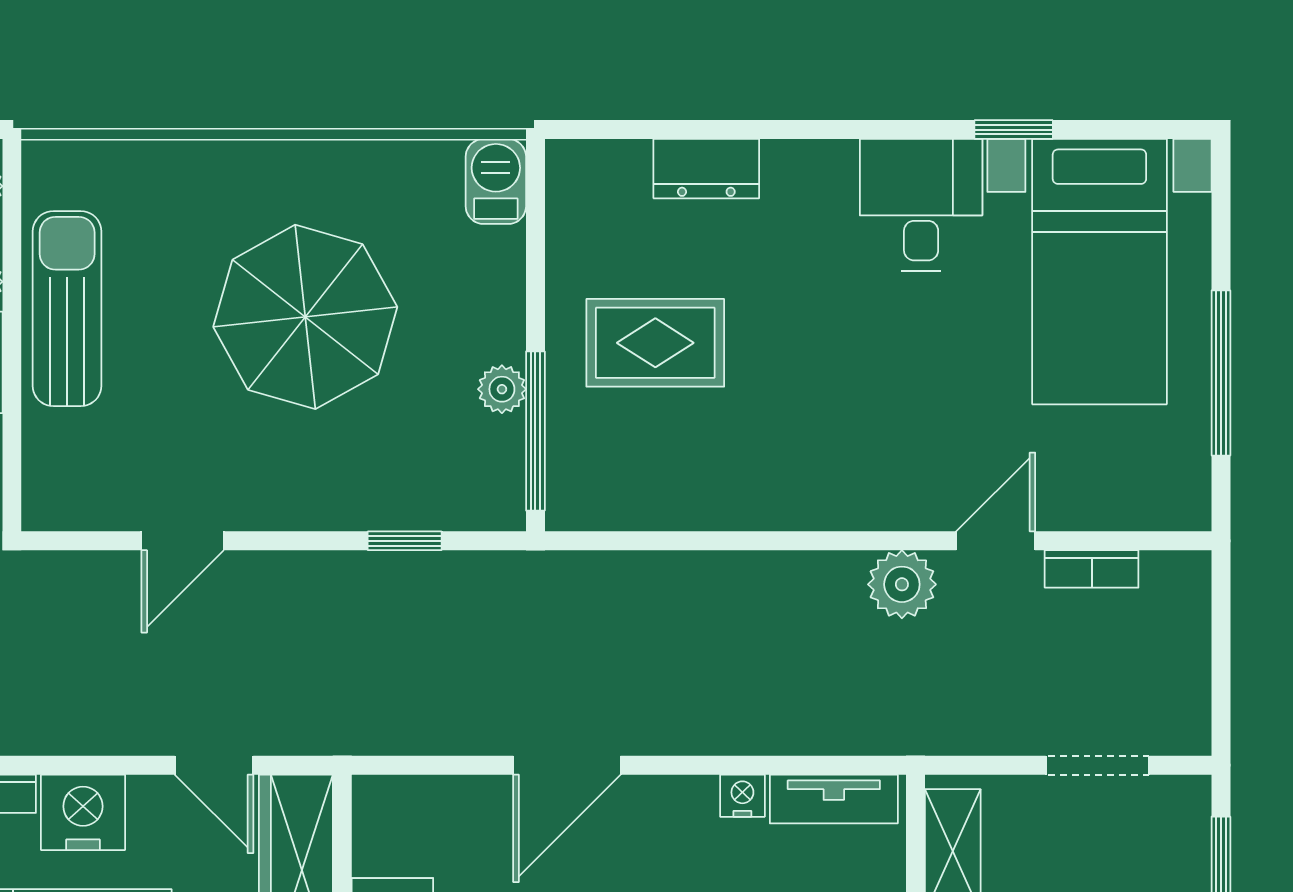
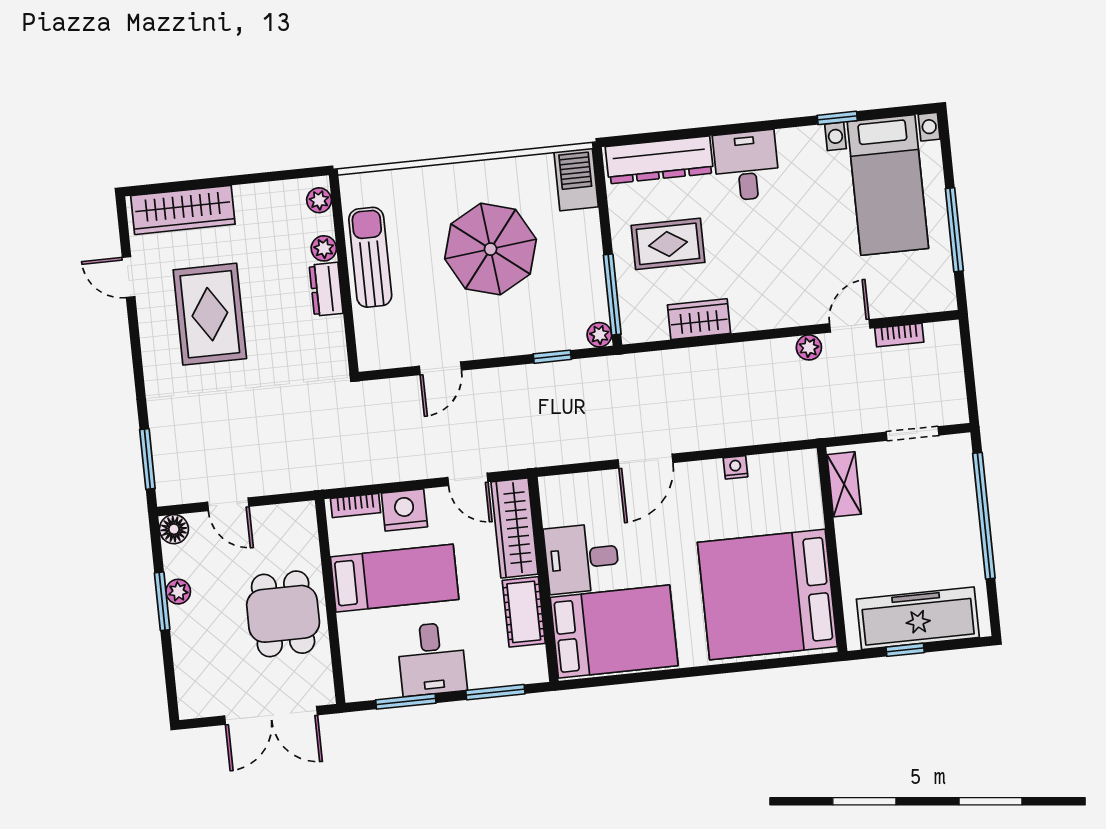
dresser: (706, 169) -> (659, 160), width x1.96, depth x1.24
barbecue: (496, 181) -> (576, 179), width x1.38, depth x1.27
desk: (921, 205) -> (746, 166), moved
plant: (502, 389) -> (599, 335), moved
wardrobe: (701, 497) -> (699, 319), added
plant: (902, 584) -> (809, 347), width x0.73, depth x0.73
tv unit: (834, 799) -> (782, 464), removed

